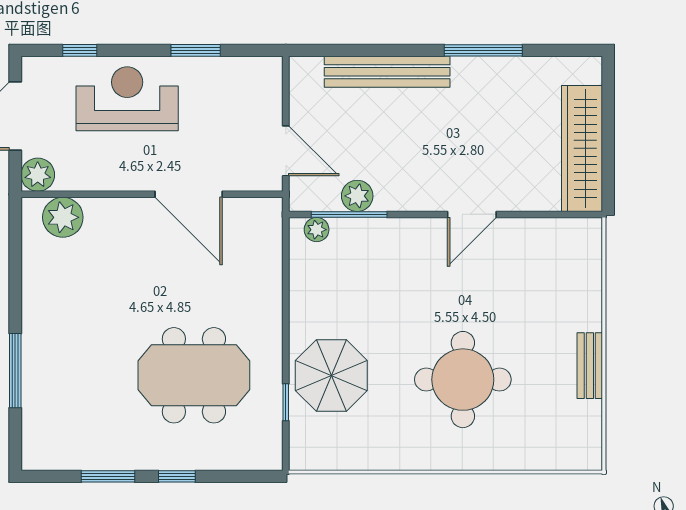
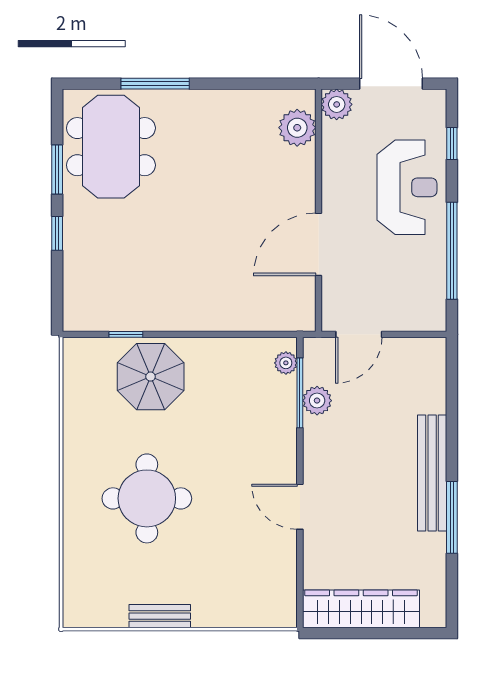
window: (196, 50) -> (452, 251), width x2.11
bench: (387, 72) -> (432, 473), moved
meeting table: (194, 375) -> (111, 147), moved

